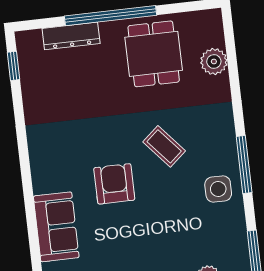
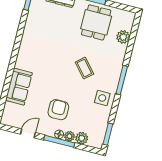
window: (244, 165) -> (122, 80), moved
armchair: (114, 184) -> (58, 110), moved

